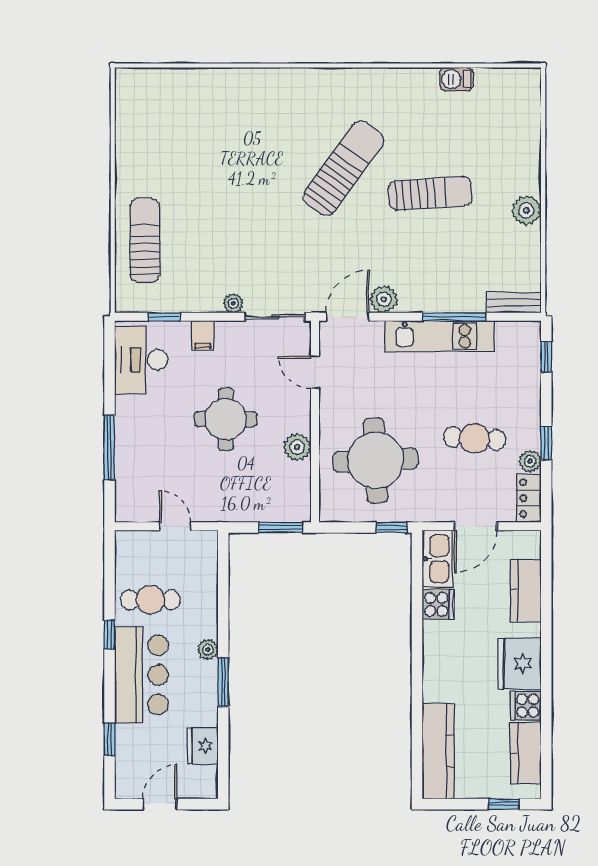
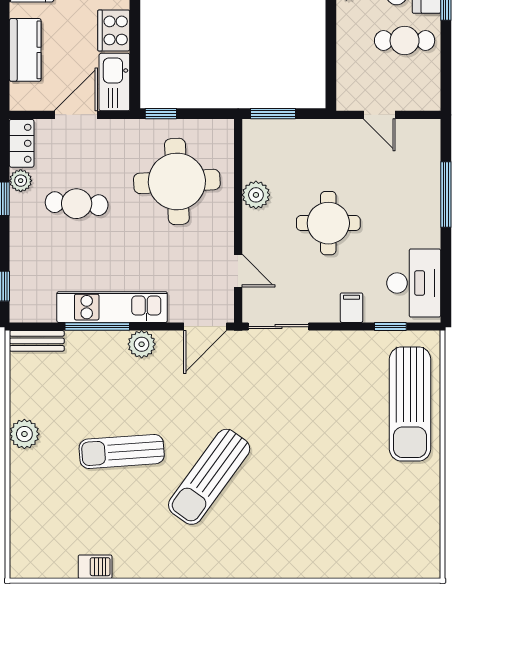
sun lounger: (145, 240) -> (410, 404), width x1.36, depth x1.34
plant: (384, 299) -> (142, 344), moved
plant: (233, 303) -> (321, 340), removed
cooker: (438, 604) -> (114, 30), width x1.36

